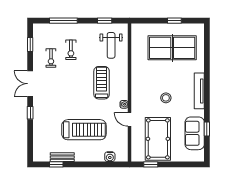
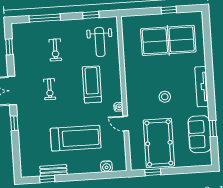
exercise bike: (51, 58) -> (50, 89), moved

